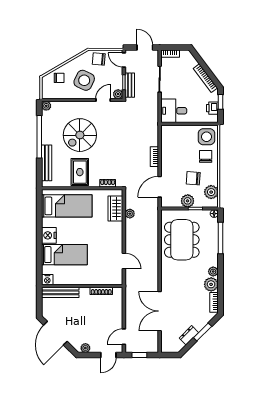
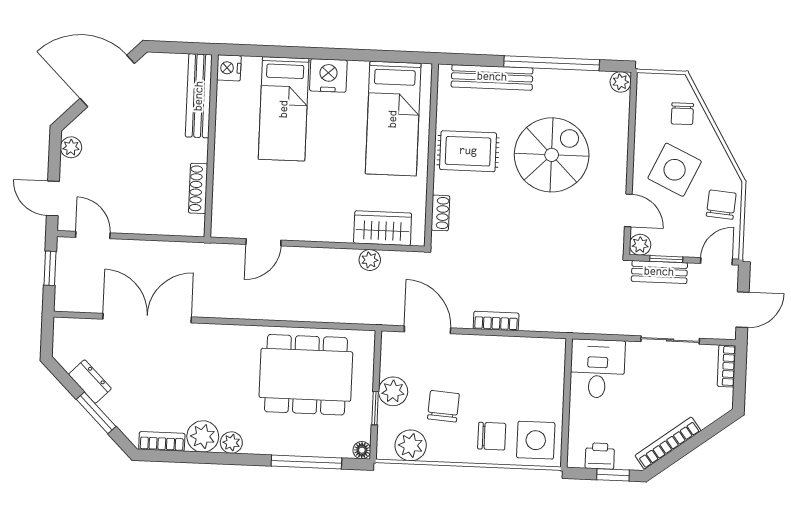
spiral stairs: (80, 135) -> (552, 155), turned 90

